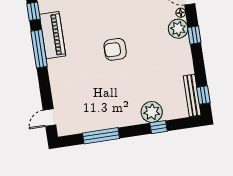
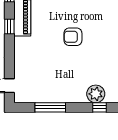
window: (39, 49) -> (9, 27), width x0.46

